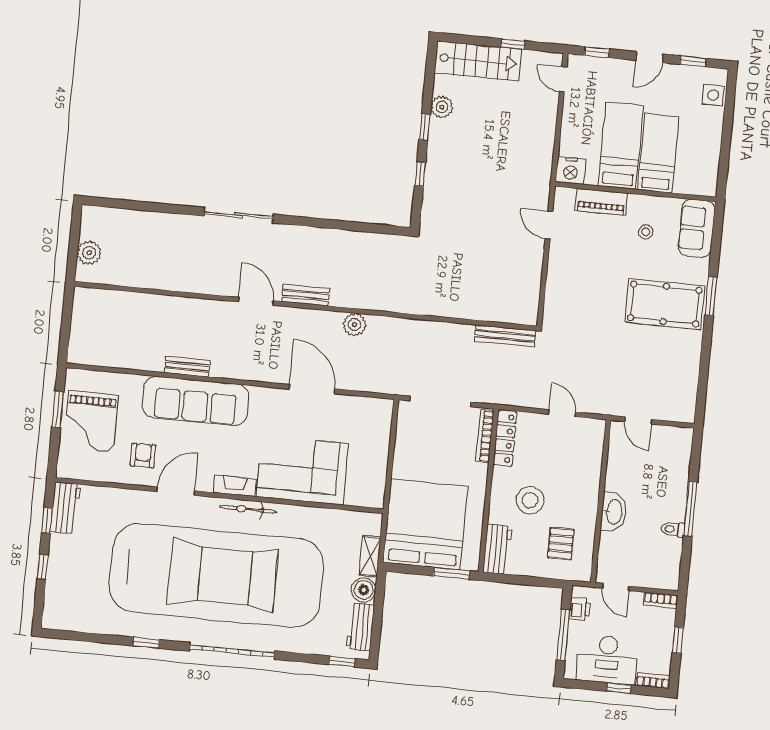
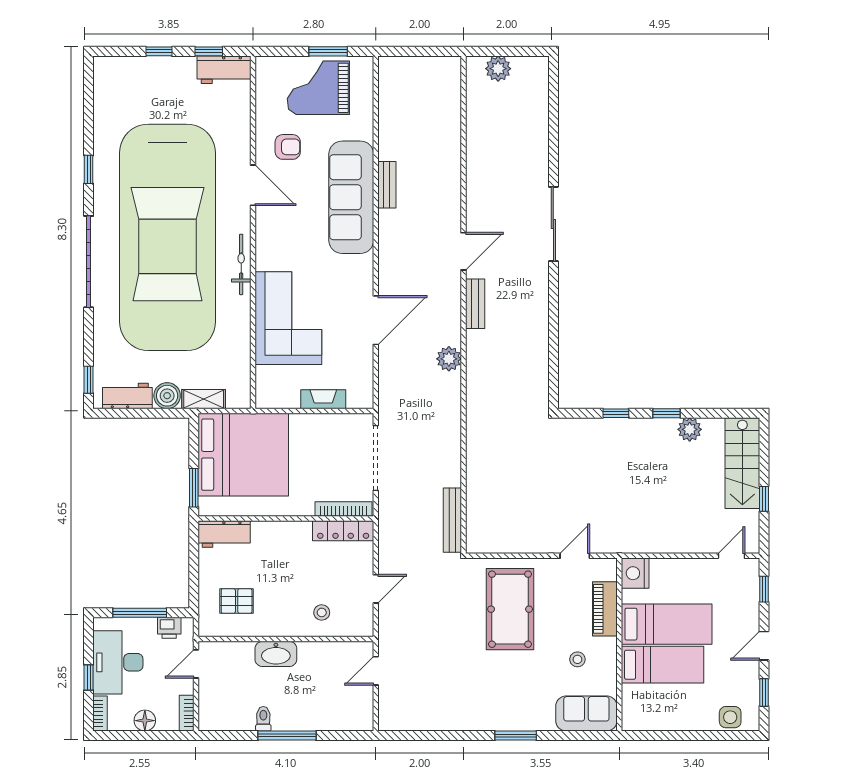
door: (650, 57) -> (764, 646), hinge flipped
pool table: (665, 304) -> (510, 609), moved
fireplace: (235, 486) -> (323, 399), moved, turned -90
stool: (530, 500) -> (322, 612), moved, width x0.53, depth x0.53
floor lamp: (664, 640) -> (145, 721), added
window: (678, 640) -> (146, 736), removed

